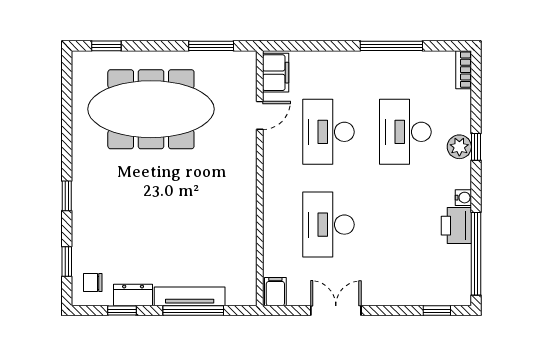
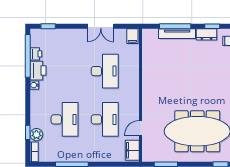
plant: (459, 147) -> (36, 135), moved
window: (476, 147) -> (28, 132), moved
printer: (460, 258) -> (36, 54), added

